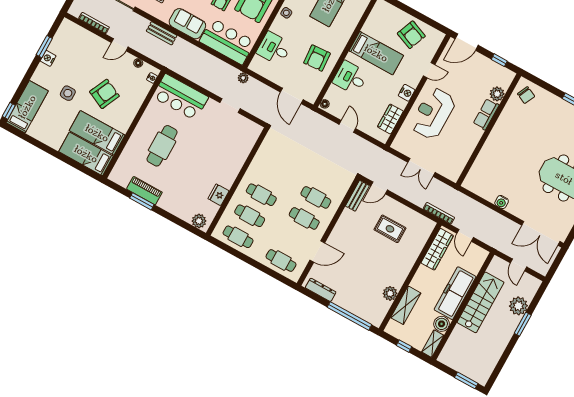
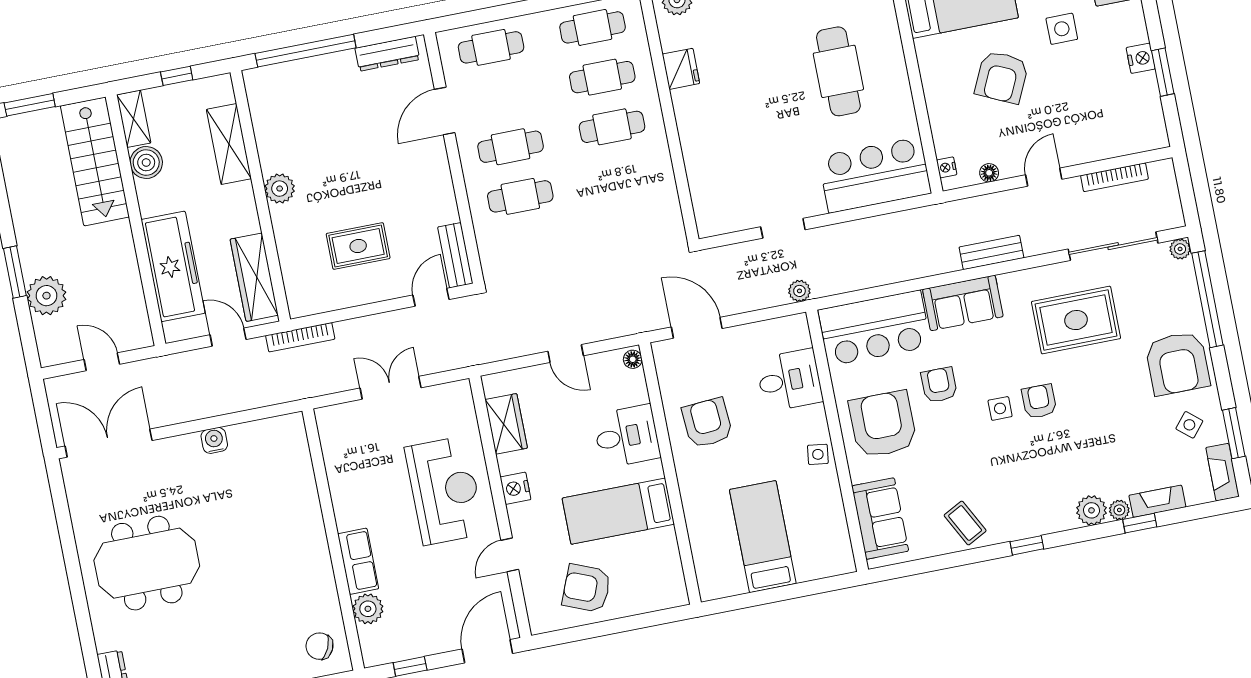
plant: (390, 293) -> (280, 189), moved
freezer: (455, 293) -> (173, 266), moved
stairs: (481, 302) -> (95, 161), moved

